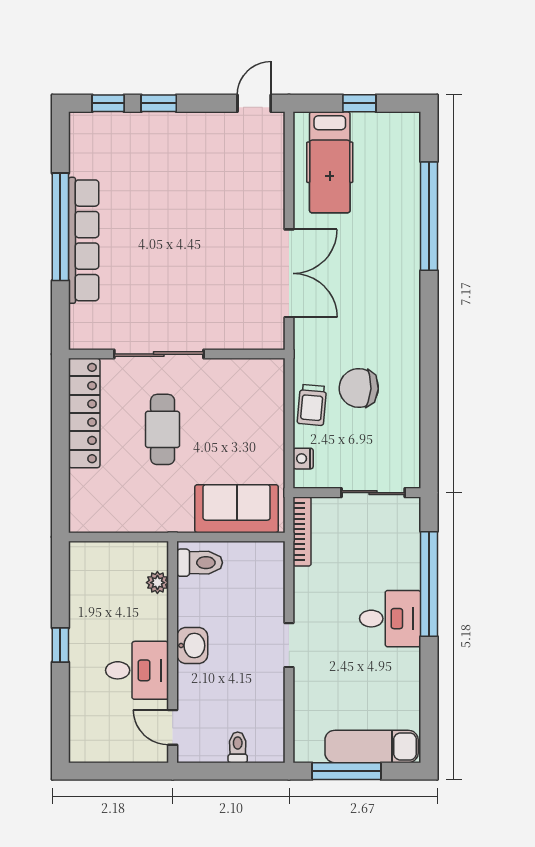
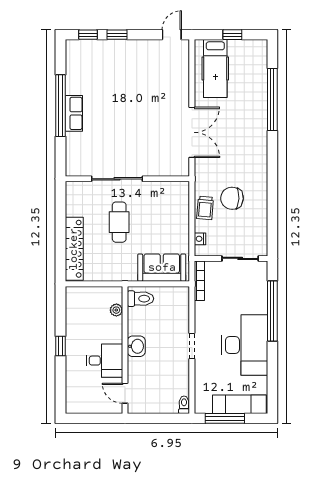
row of seats: (84, 240) -> (74, 113), width x0.50
locker: (84, 413) -> (74, 249), moved
desk: (390, 619) -> (245, 345), width x1.87, depth x1.30
toilet: (238, 747) -> (184, 405), moved

